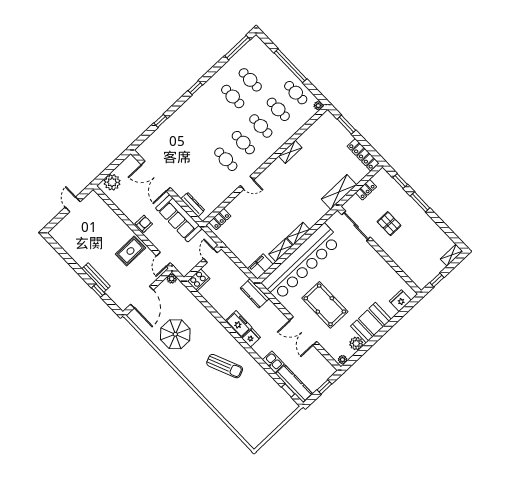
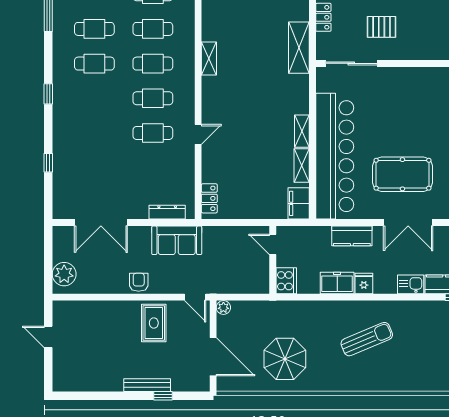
sofa: (179, 218) -> (177, 240), width x0.73
door: (210, 256) -> (273, 244), moved
wall: (203, 263) -> (273, 260), moved
cooker: (199, 280) -> (286, 281), moved
kitchen counter: (255, 293) -> (352, 236), moved

